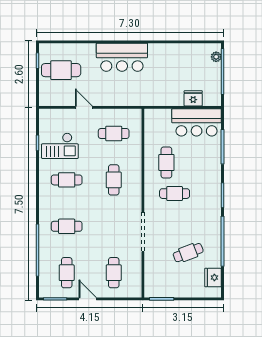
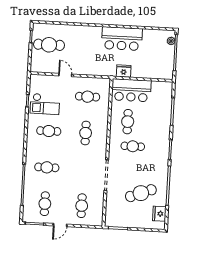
bar counter: (122, 57) -> (122, 39), moved
fridge: (193, 98) -> (124, 71), moved
bar counter: (197, 122) -> (131, 90), moved
cafe table: (188, 253) -> (141, 193), width x1.37, depth x1.35
door: (88, 299) -> (60, 225), swing flipped

